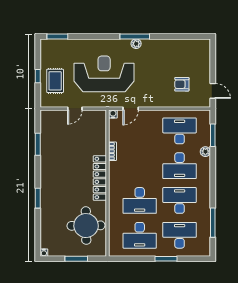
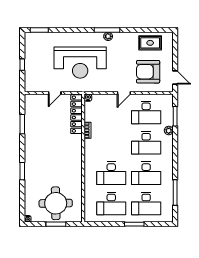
reception desk: (104, 74) -> (80, 63), turned 180
rug: (55, 81) -> (150, 43), moved, turned 90
armchair: (182, 84) -> (148, 72), width x1.88, depth x1.88
door: (131, 109) -> (124, 93), moved
desk: (180, 131) -> (146, 112), turned 180
locker: (100, 178) -> (76, 114), moved
desk: (180, 200) -> (146, 173), turned 180
round table: (86, 226) -> (56, 203), moved
desk: (180, 235) -> (146, 204), turned 180

